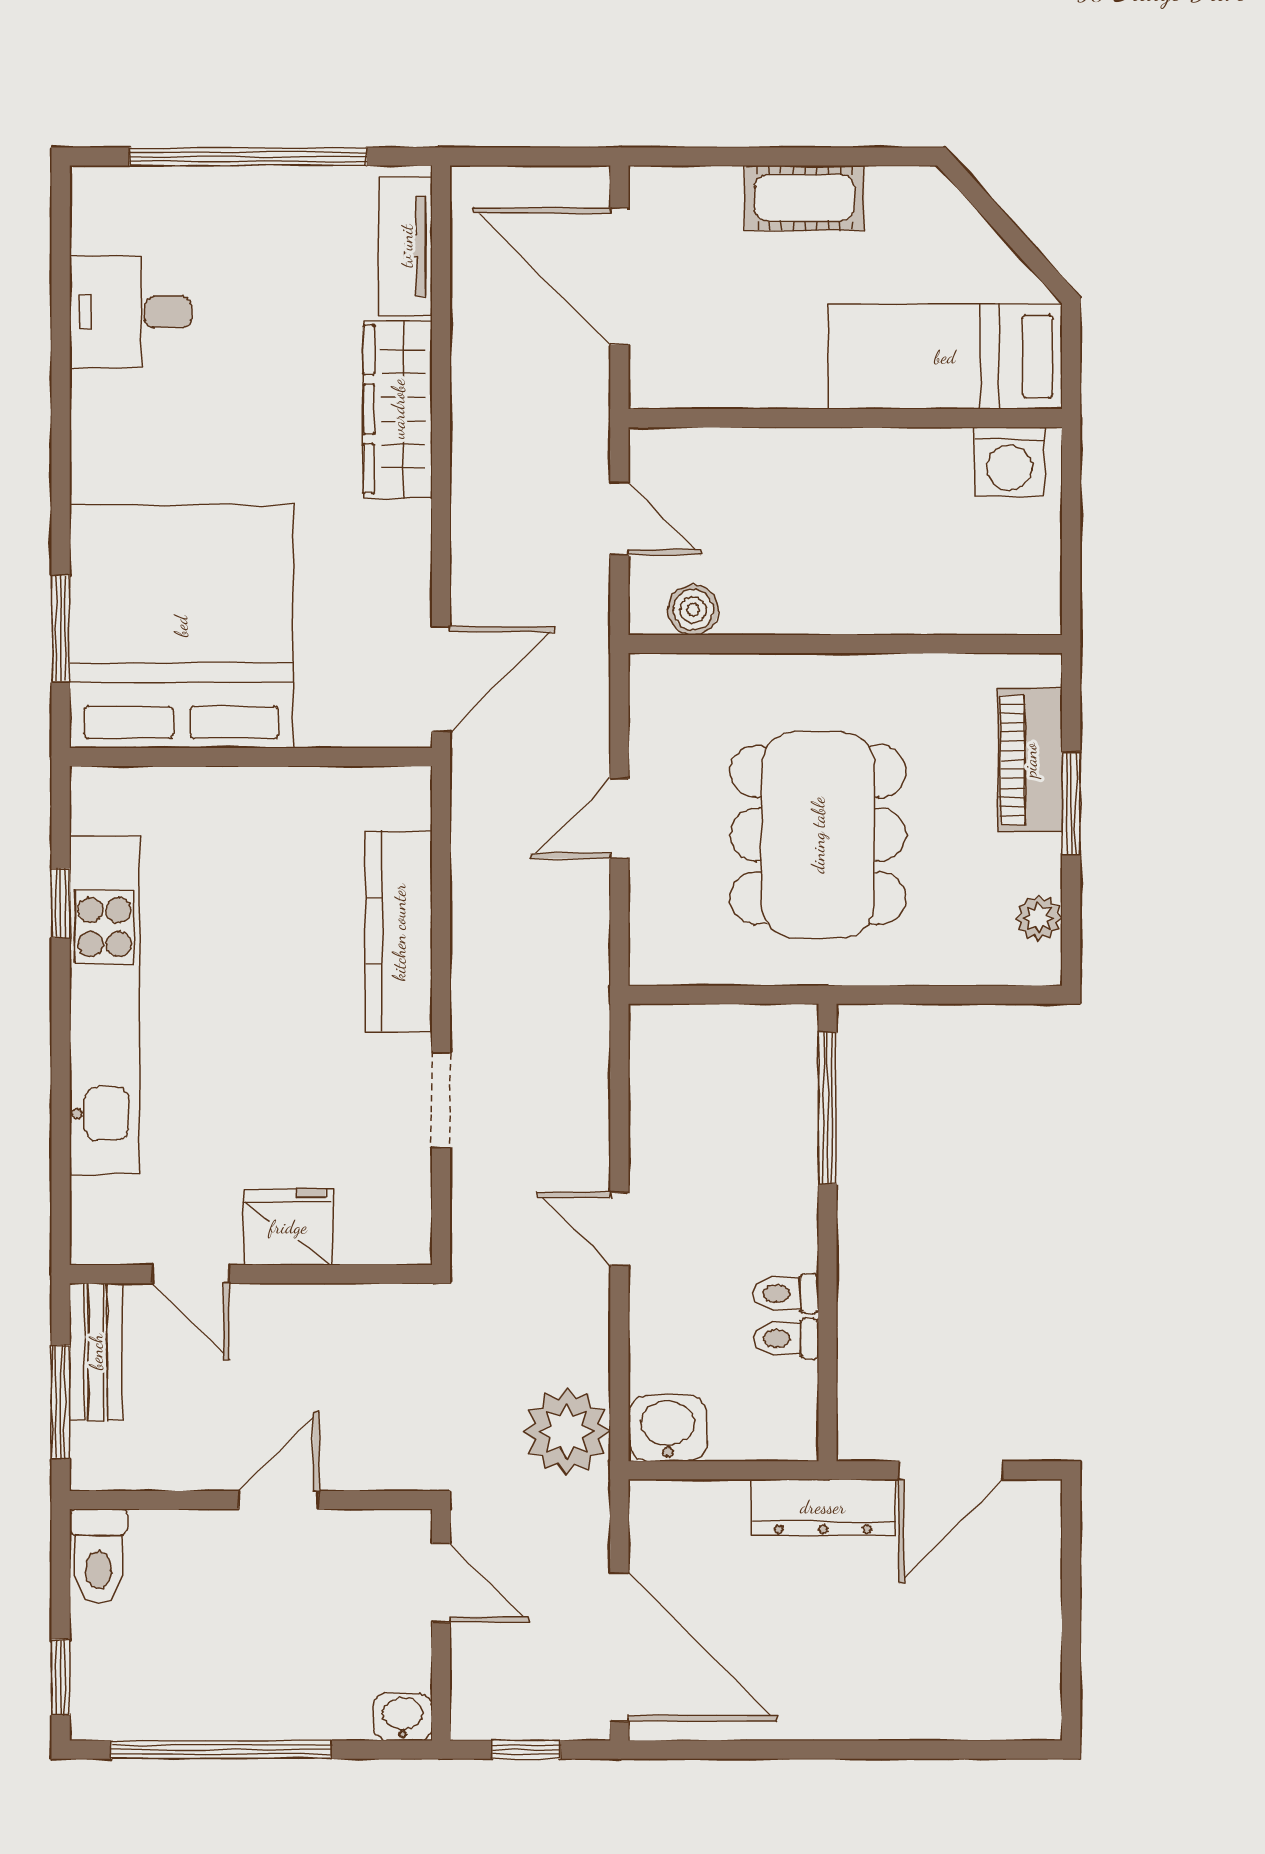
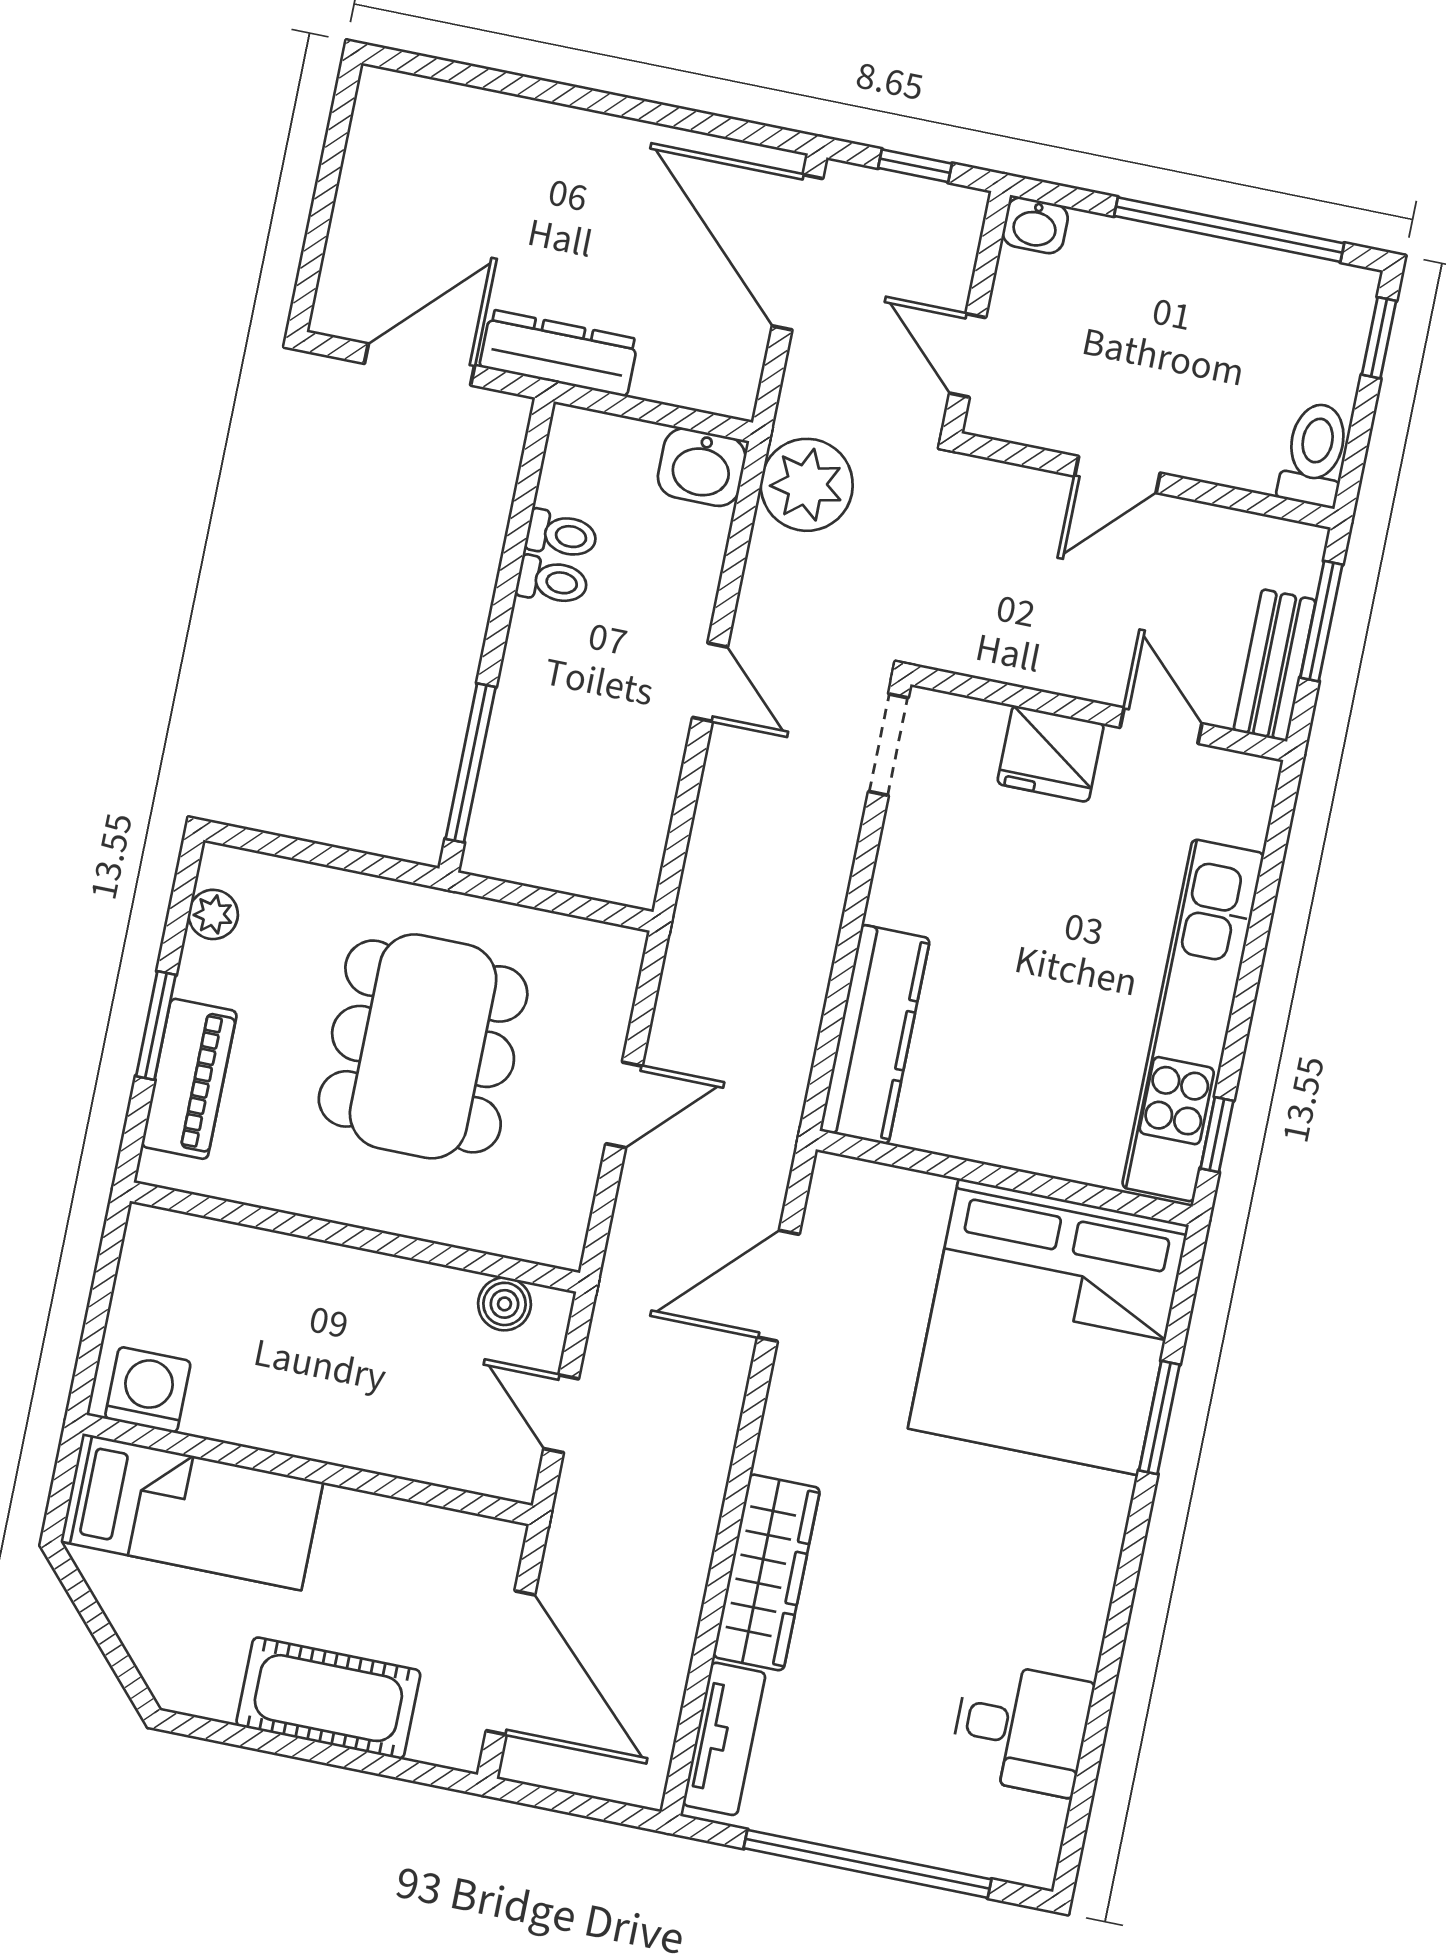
cot: (805, 198) -> (328, 1698), width x1.37, depth x1.34
bed: (181, 626) -> (1048, 1327), moved
wall: (251, 757) -> (1004, 1178), moved
doorway: (441, 1100) -> (888, 745), moved

